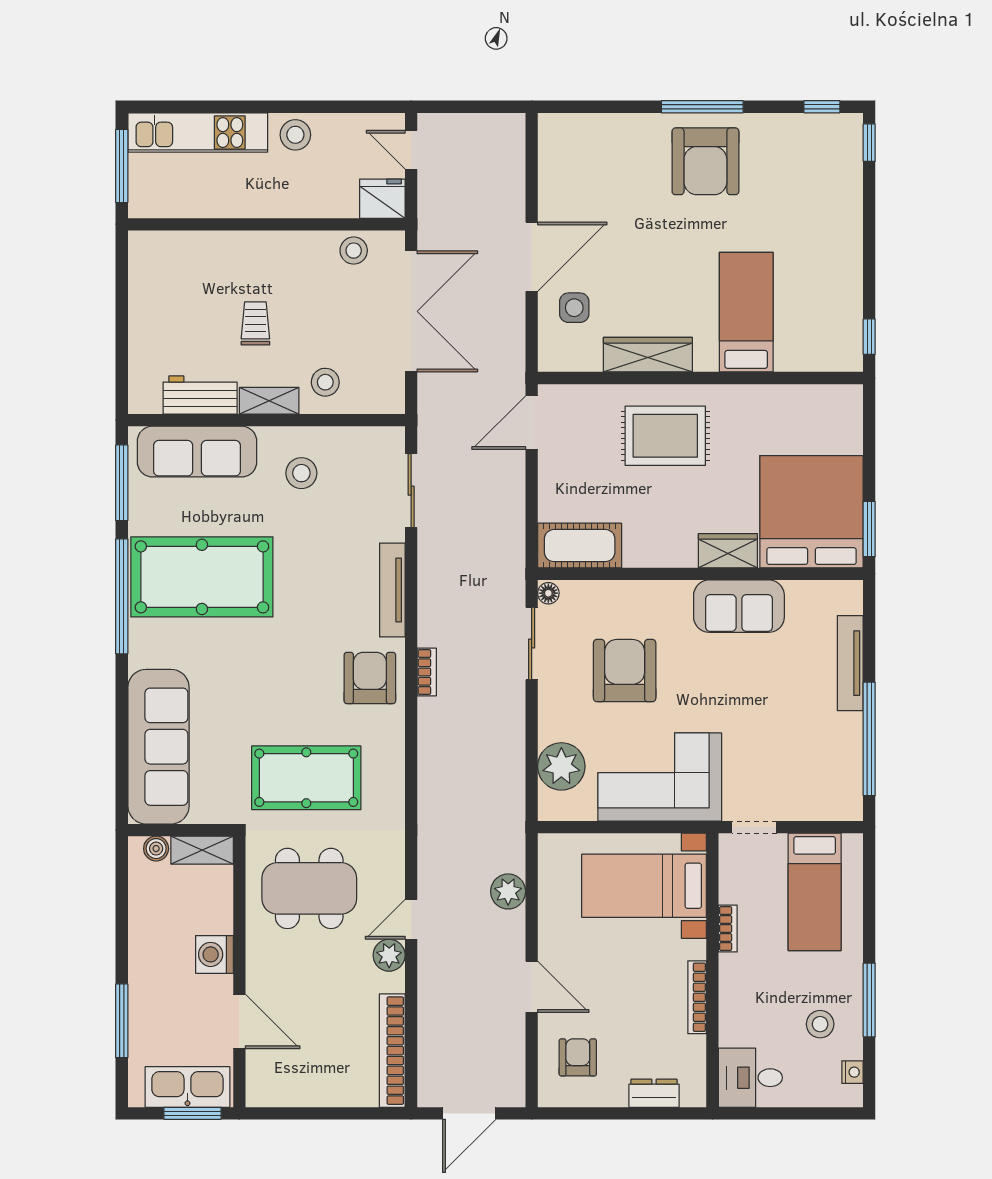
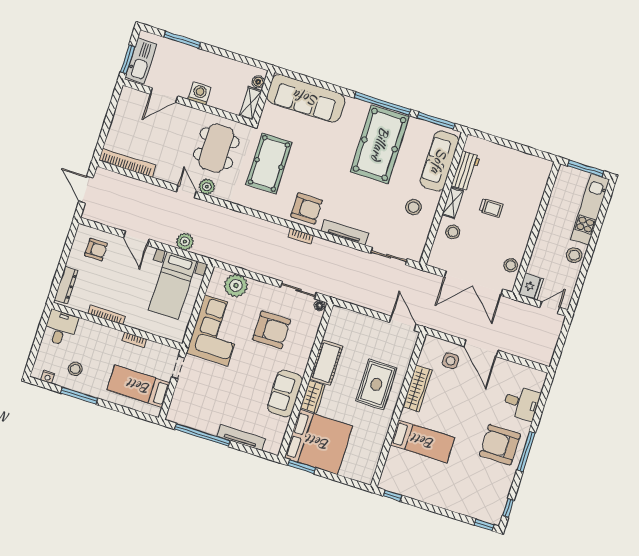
desk: (612, 146) -> (521, 403), added
cot: (580, 546) -> (326, 363), moved
bed with nightstands: (644, 886) -> (173, 285), moved, turned 180
plant: (389, 955) -> (207, 187), moved
door: (532, 987) -> (136, 238), hinge flipped
dresser: (654, 1093) -> (66, 285), width x1.44

